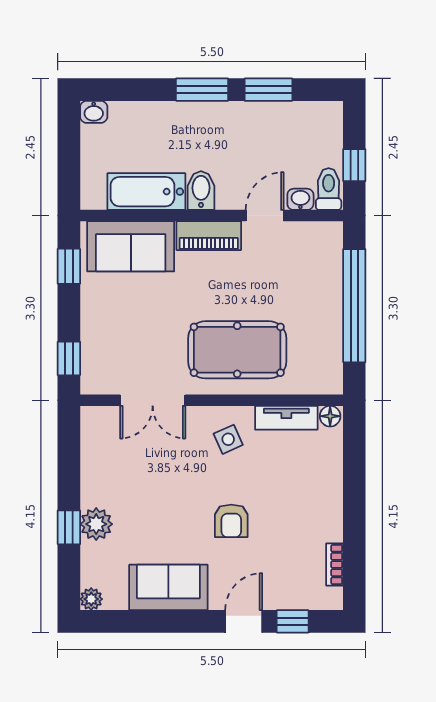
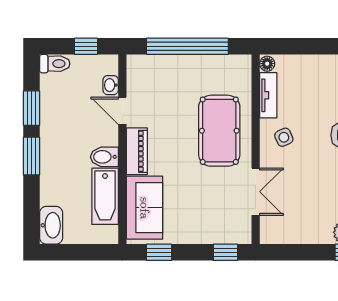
washbasin: (94, 112) -> (51, 225), width x1.91, depth x1.45
toilet: (329, 189) -> (55, 64), moved, turned 180

